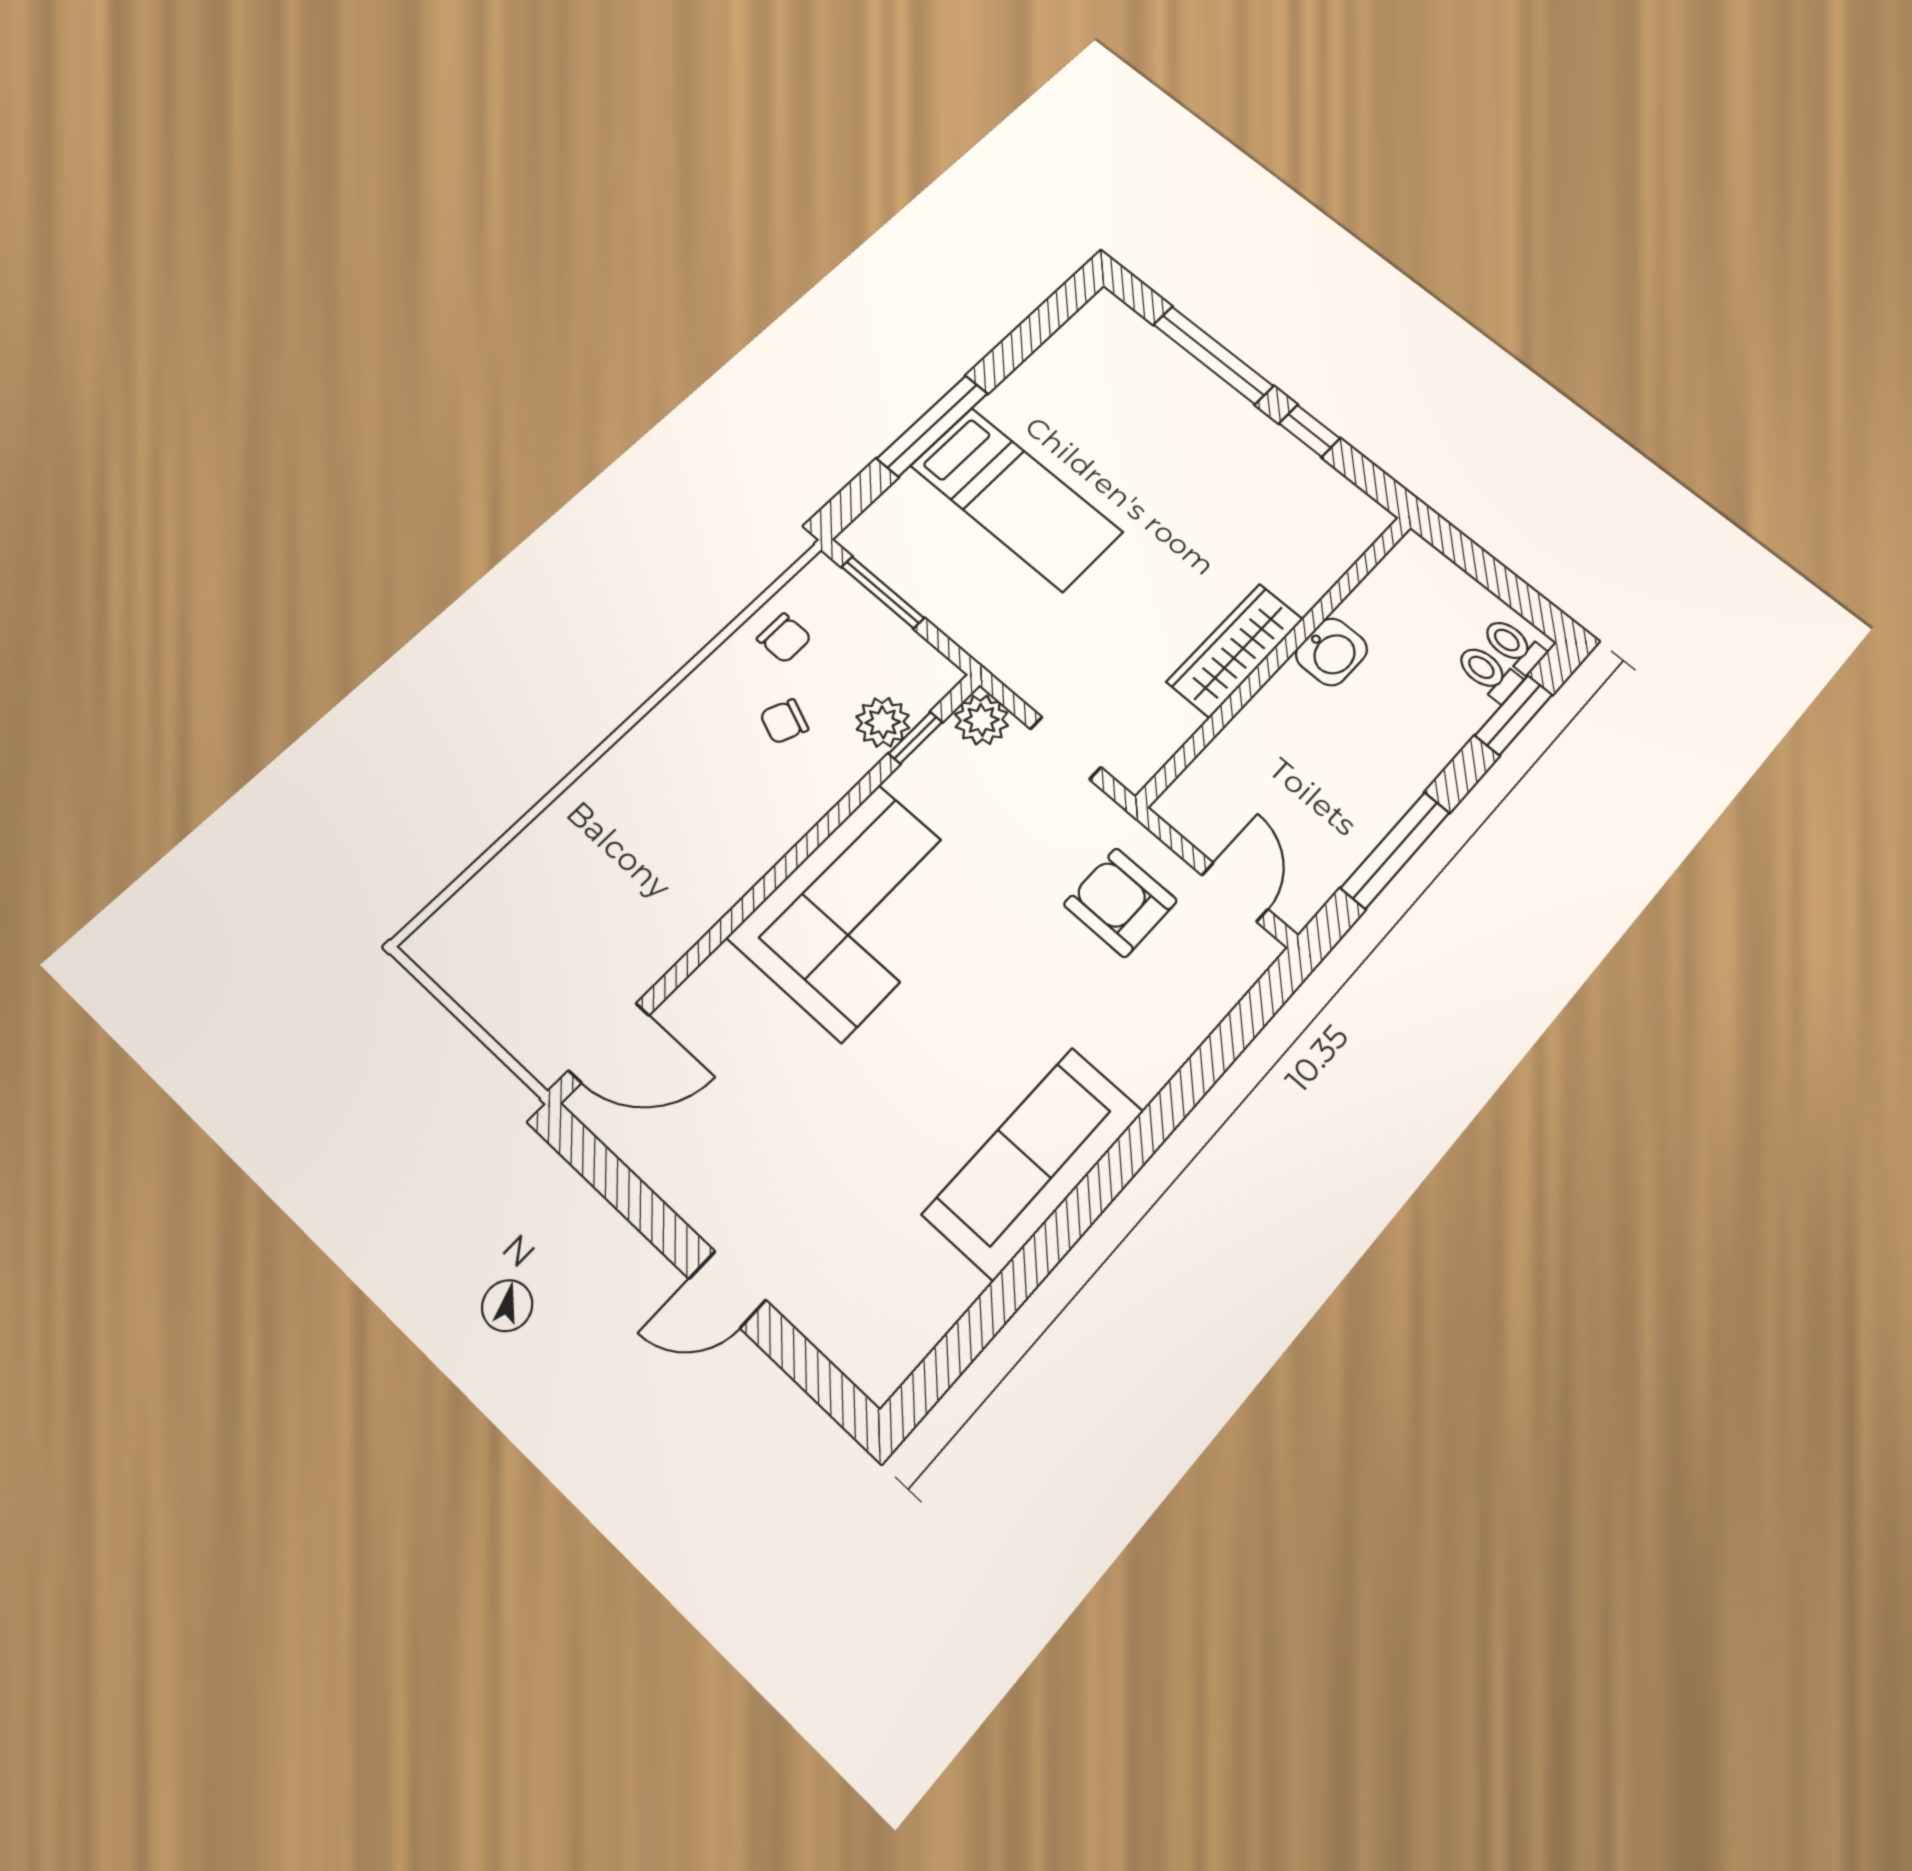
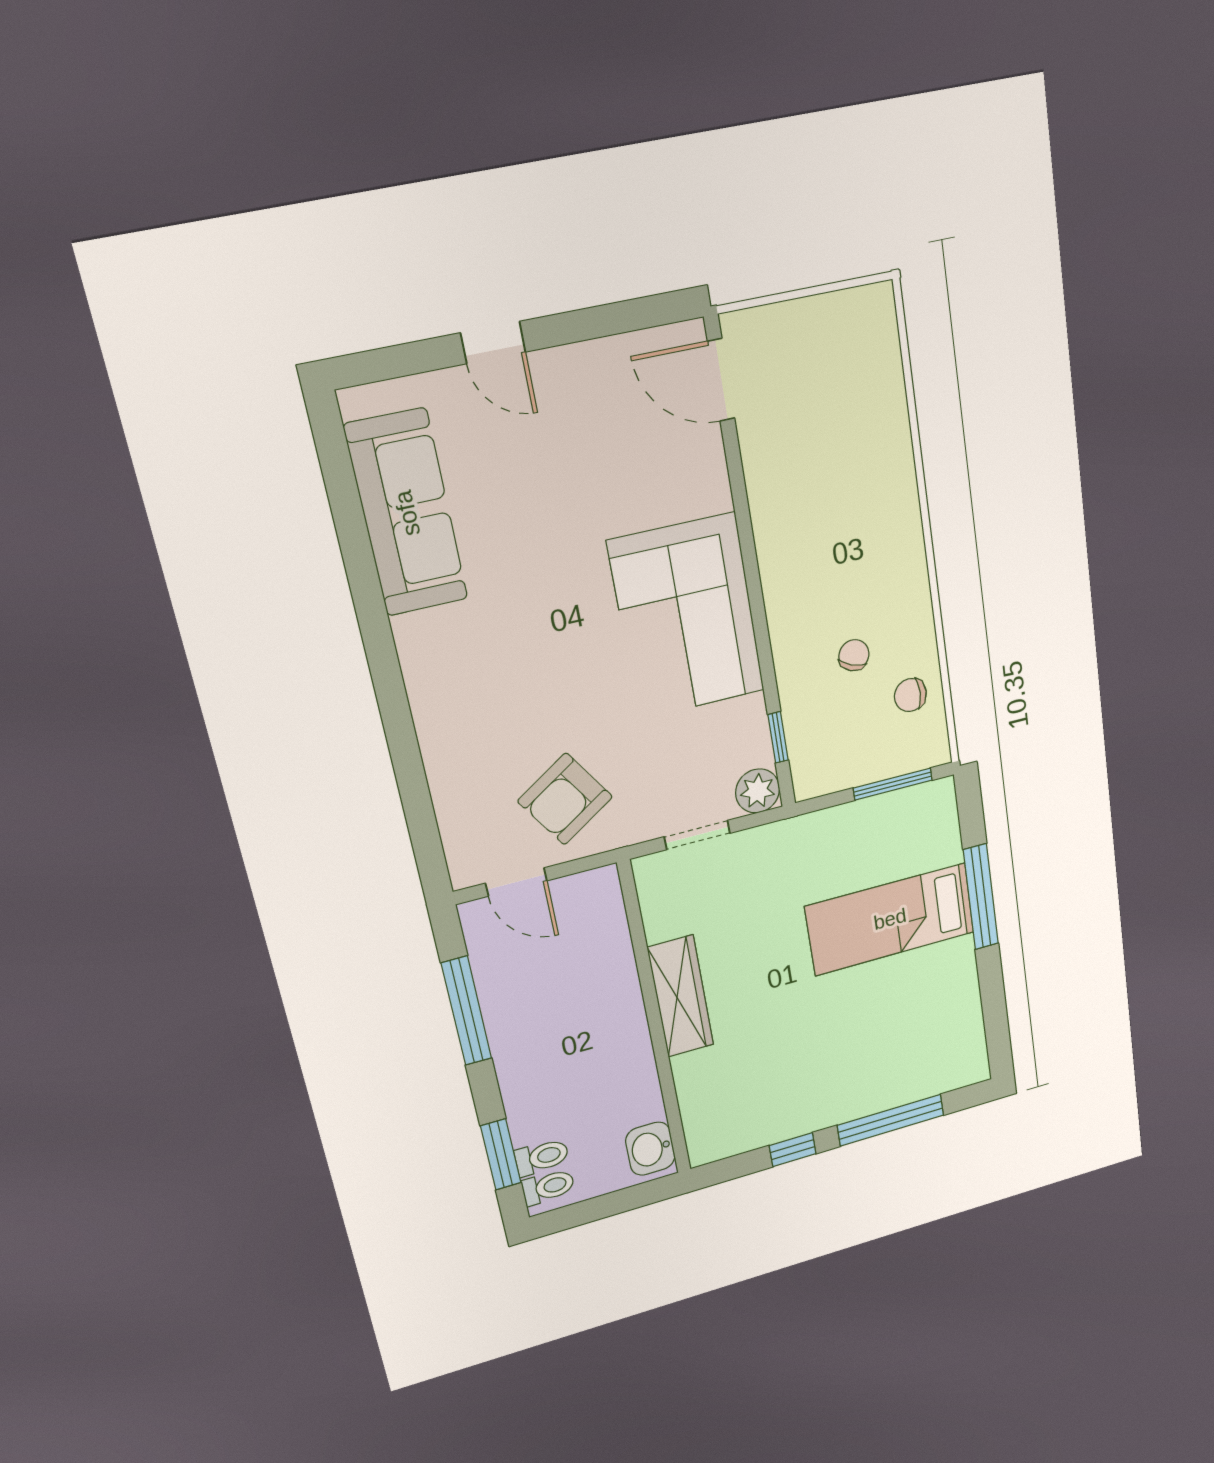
washbasin: (1331, 652) -> (650, 1149), moved
plant: (883, 722) -> (805, 722), removed
armchair: (1120, 903) -> (565, 799), turned 147
door: (609, 1043) -> (721, 380), hinge flipped
sofa: (1034, 1162) -> (407, 513), moved
door: (727, 1289) -> (493, 343), swing flipped

